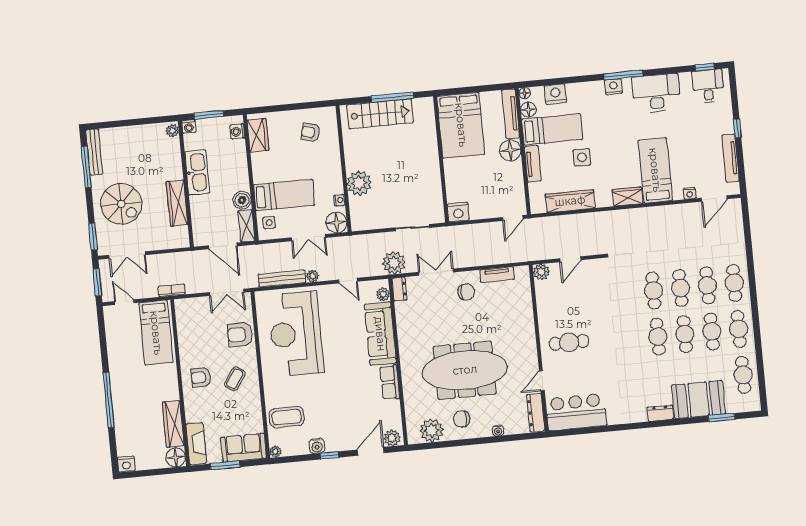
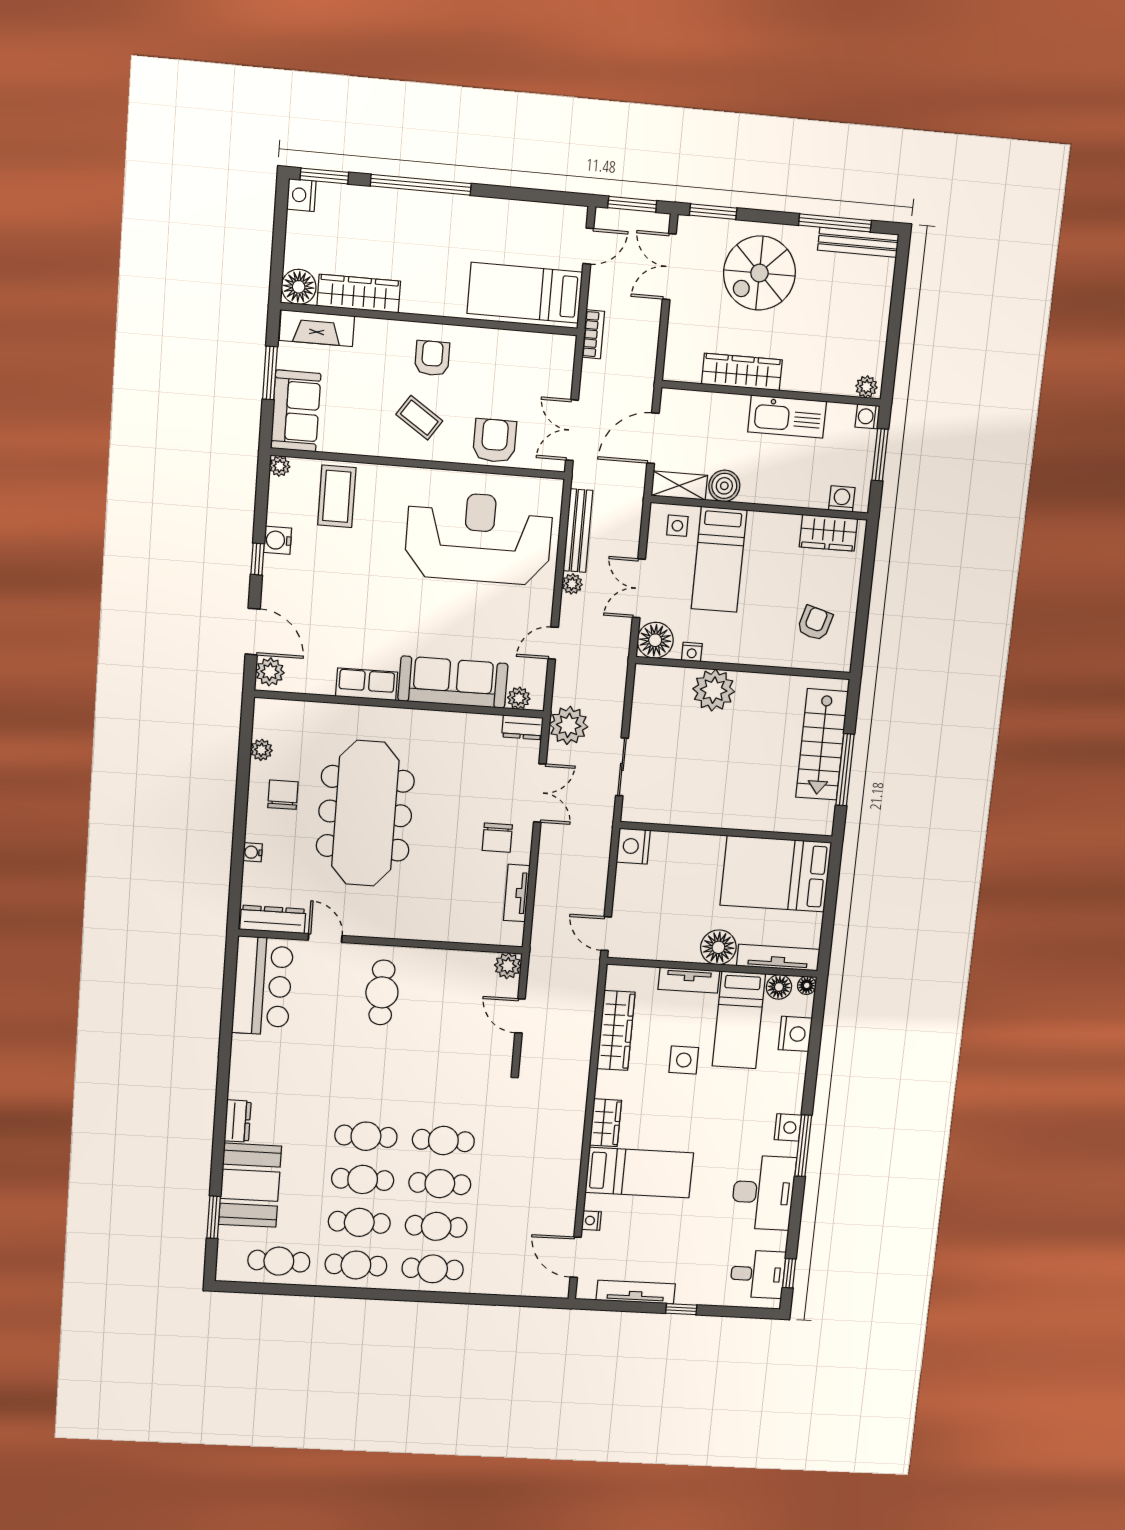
plant: (432, 430) -> (261, 750), width x0.53, depth x0.53
window: (114, 453) -> (324, 176), added

